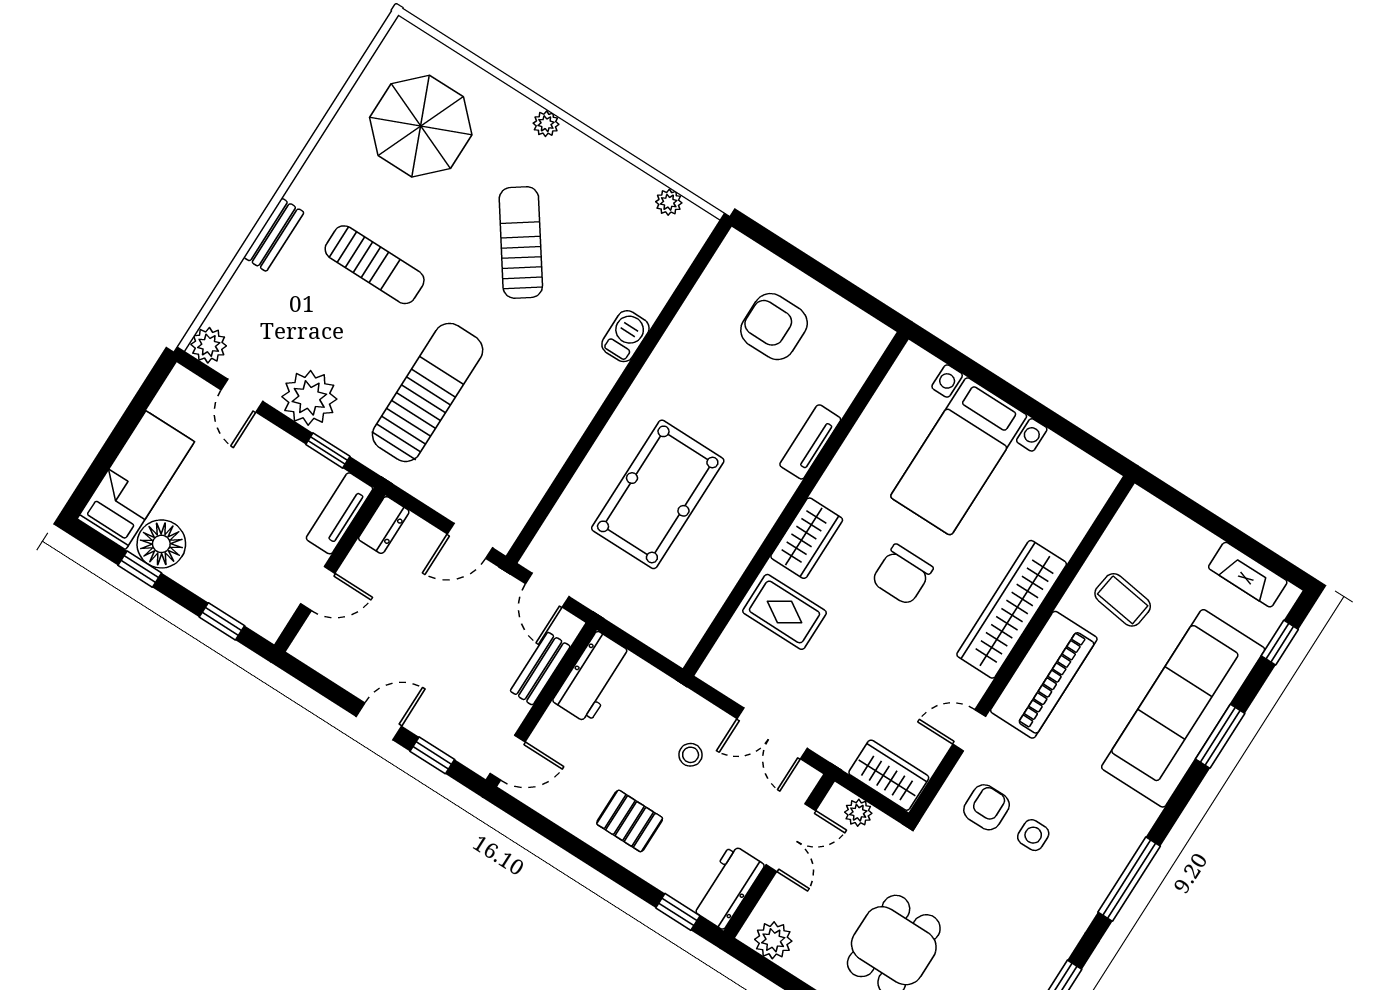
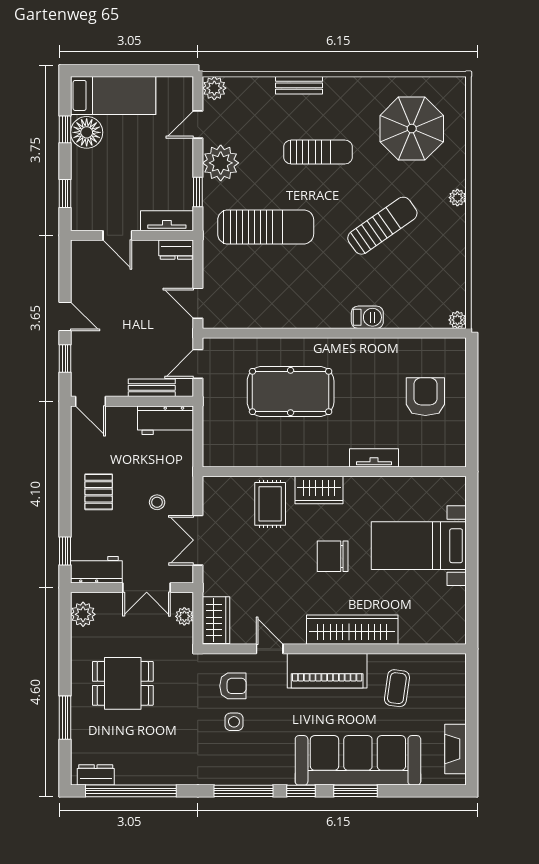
plant: (669, 202) -> (457, 320), moved
sun lounger: (375, 265) -> (318, 152), turned -90
window: (1280, 643) -> (301, 791), moved

